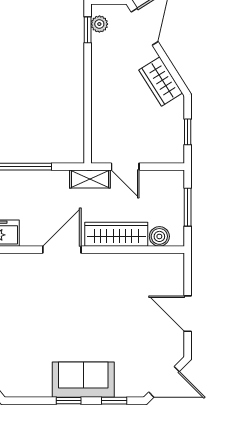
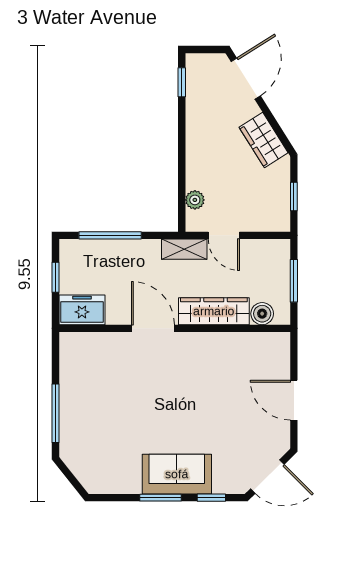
plant: (99, 24) -> (195, 200), moved
door: (62, 250) -> (153, 328), hinge flipped
window: (69, 401) -> (160, 498), width x1.50

